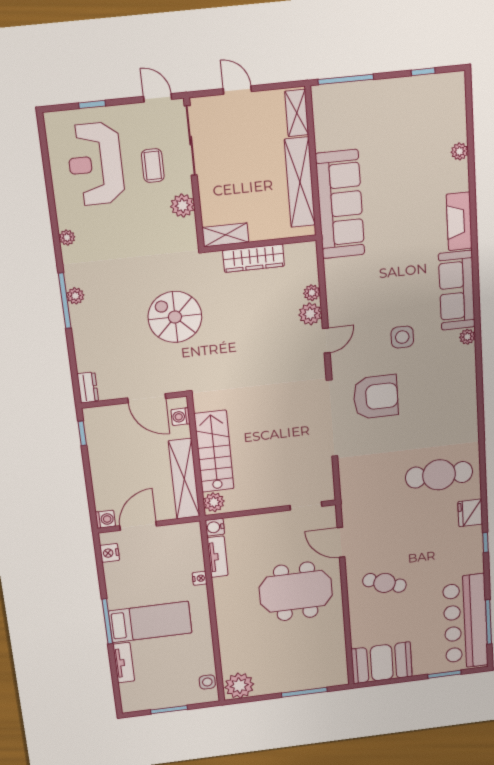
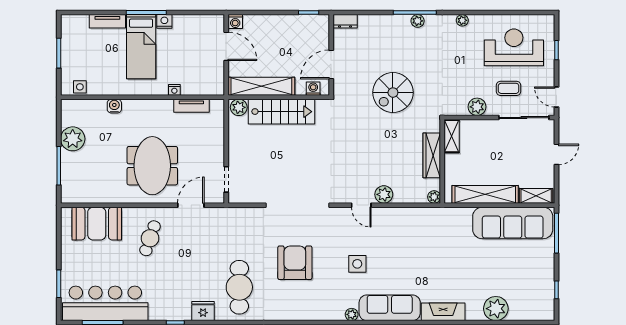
door: (158, 98) -> (557, 97), swing flipped
plant: (460, 151) -> (496, 309), width x1.87, depth x1.87
sofa: (340, 204) -> (513, 223), moved
plant: (312, 293) -> (434, 197), moved
spiral stairs: (175, 317) -> (393, 93), turned 180
armchair: (376, 397) -> (295, 263), moved, turned 180
water cooler: (215, 527) -> (114, 106), moved
nightstand: (110, 553) -> (164, 21), moved
booth: (382, 663) -> (97, 224), moved, turned 90
plant: (239, 686) -> (73, 139), moved

